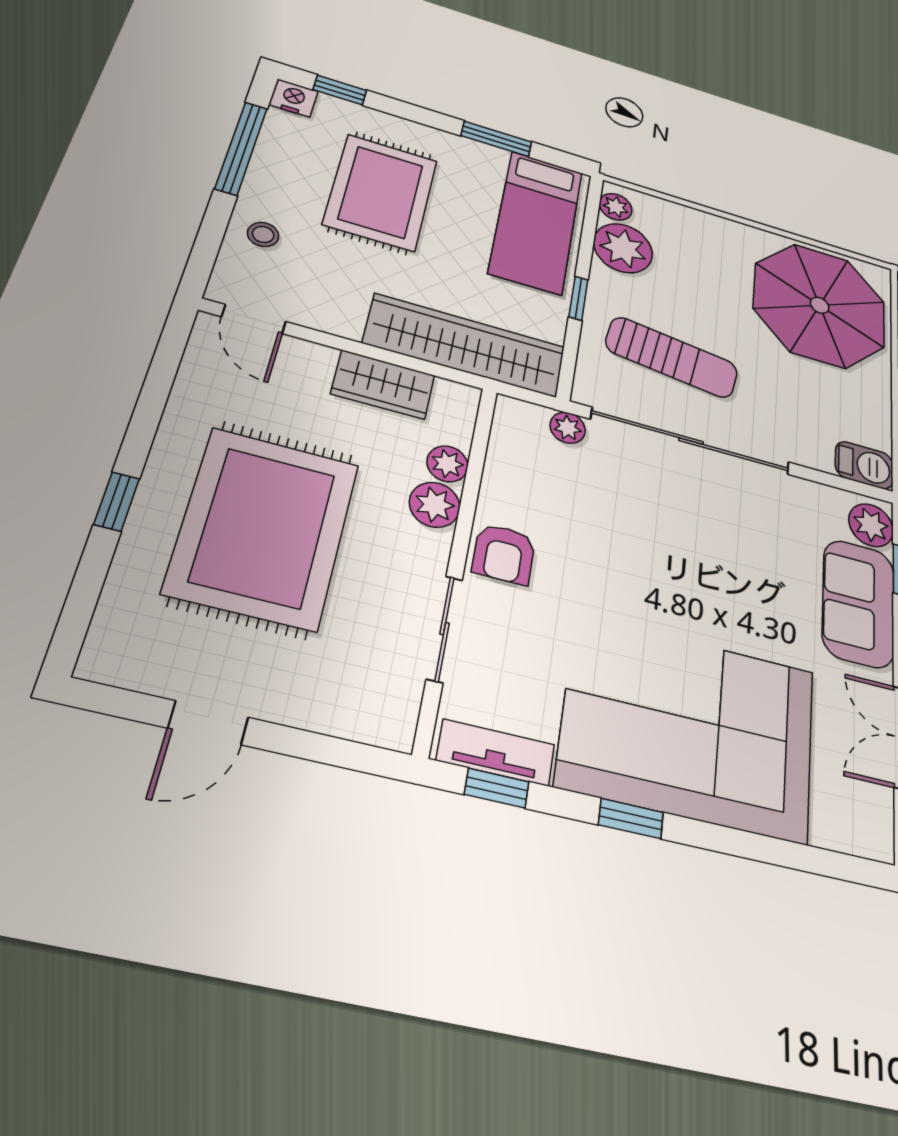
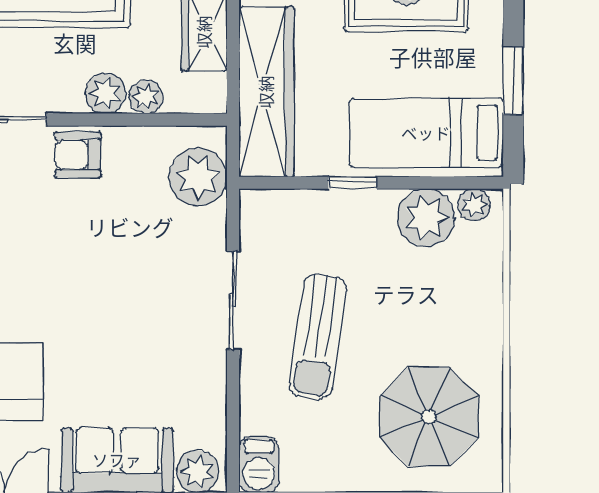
parasol: (820, 305) -> (429, 417), width x0.73, depth x0.73
sun lounger: (672, 357) -> (318, 337), moved
plant: (568, 428) -> (198, 177), width x1.88, depth x1.88
sliding door: (691, 441) -> (233, 300), width x0.54

